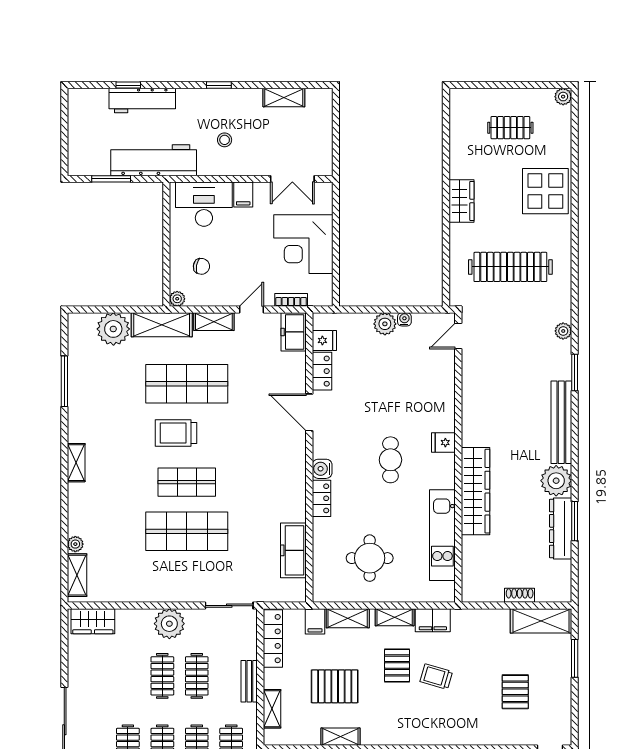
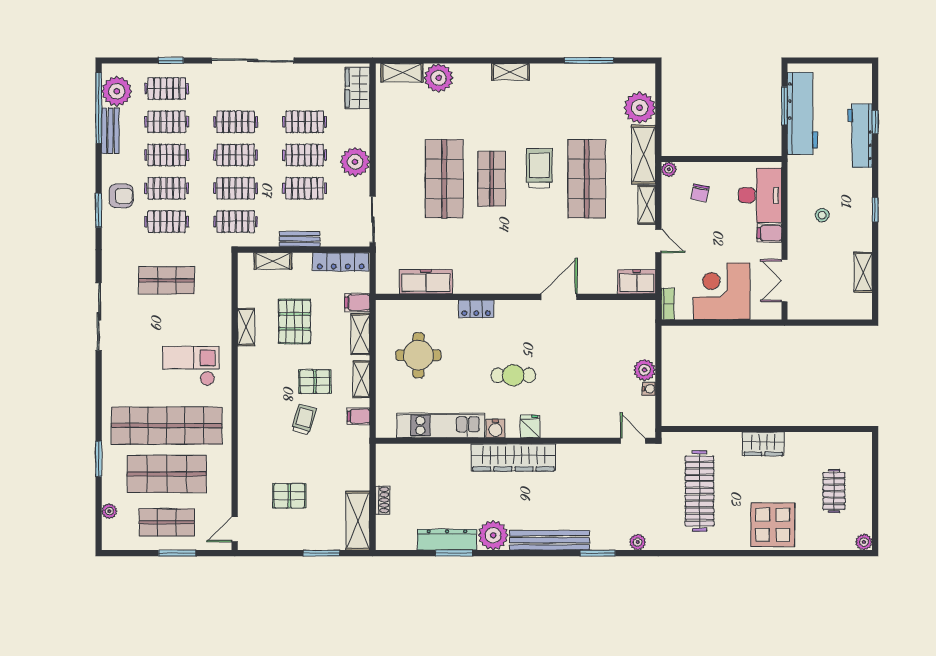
workbench: (154, 160) -> (802, 113), moved
bookcase: (291, 300) -> (668, 304), moved
fridge: (324, 340) -> (629, 311), removed
locker: (322, 371) -> (599, 309), removed
water cooler: (322, 469) -> (495, 428), moved, turned 180
wardrobe: (476, 491) -> (513, 457), moved
plant: (75, 544) -> (439, 78), width x1.87, depth x1.87
filing cabinet: (433, 620) -> (358, 416), width x0.50
clothes rail: (128, 676) -> (305, 122), added

